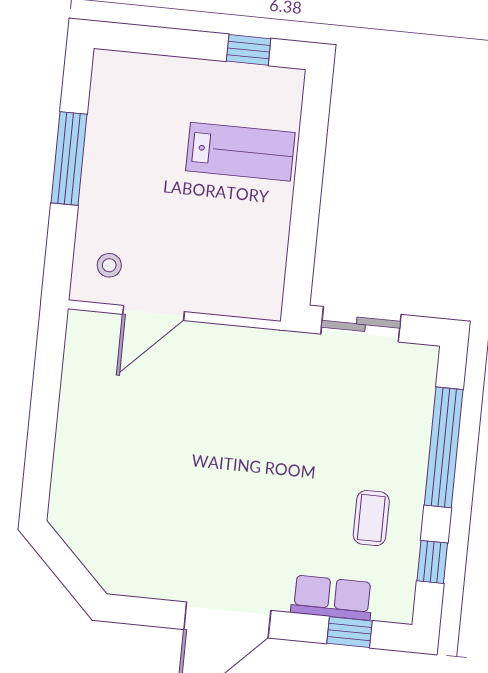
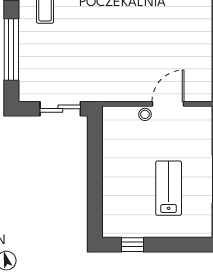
lab bench: (240, 152) -> (169, 188), moved, turned 90
stool: (109, 265) -> (145, 114), moved

